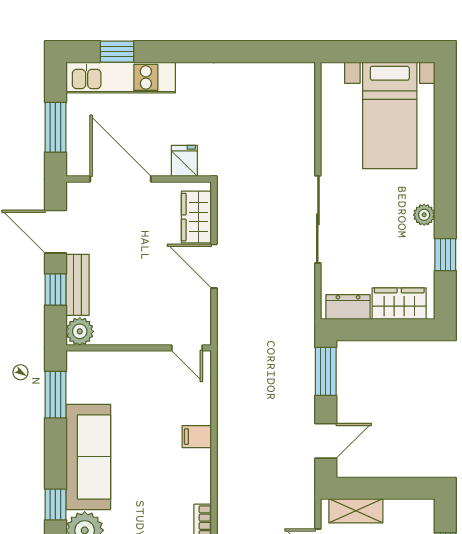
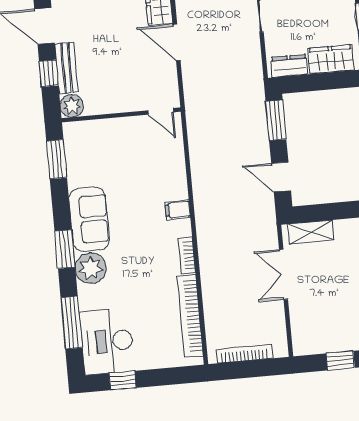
filing cabinet: (197, 437) -> (178, 210), moved
door: (326, 441) -> (281, 177), swing flipped
sofa: (88, 457) -> (89, 219), width x0.73
window: (55, 504) -> (65, 249), width x1.50

